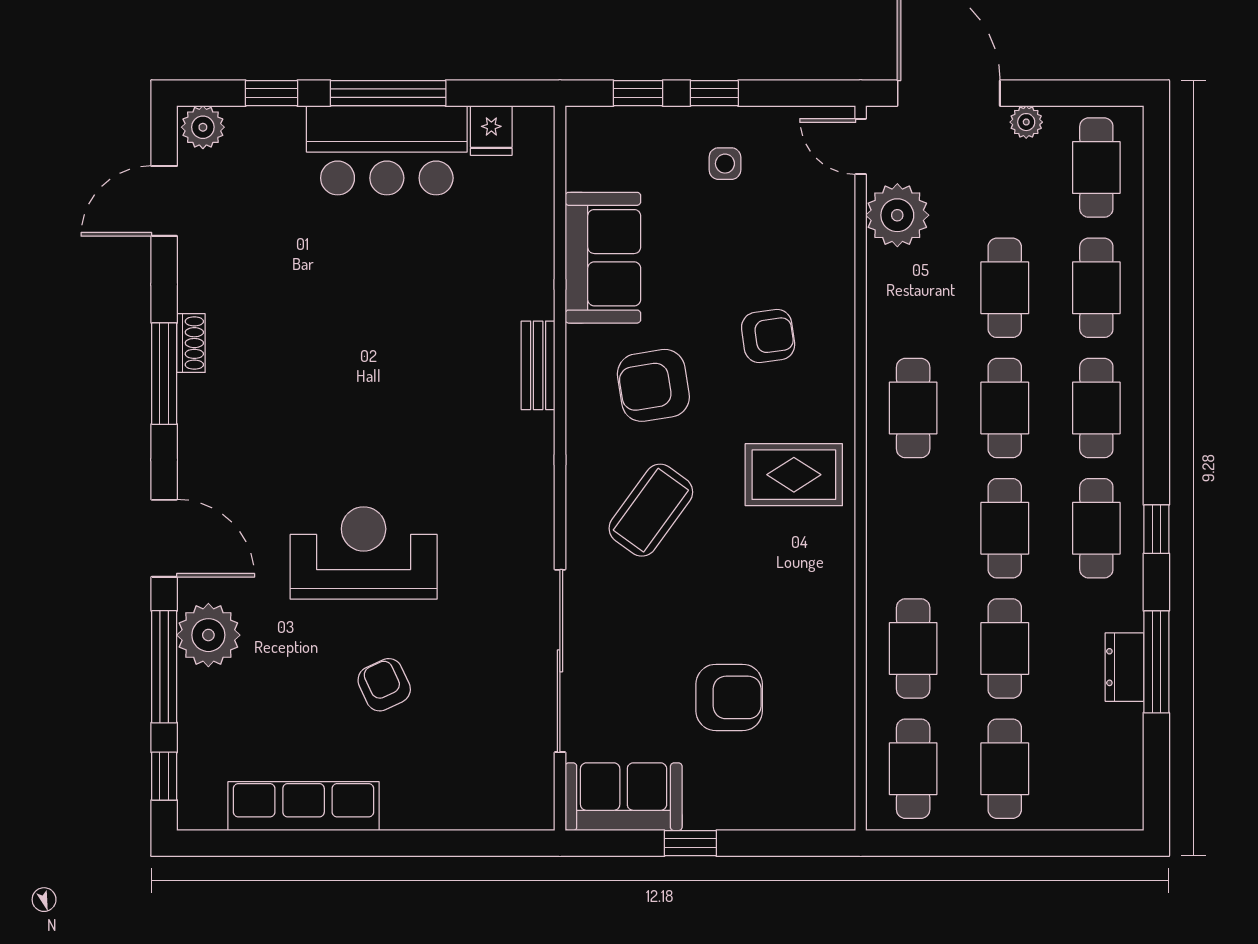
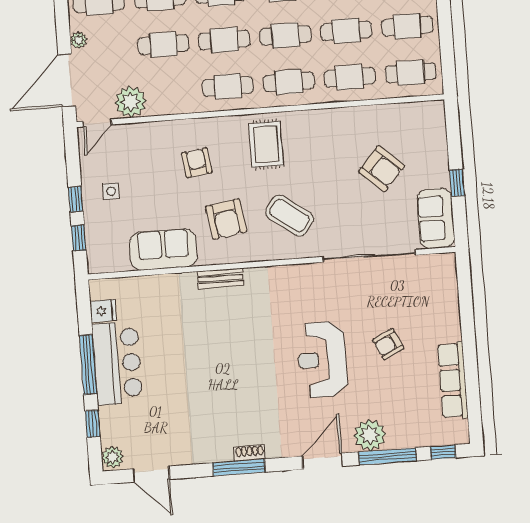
shoe rack: (191, 343) -> (250, 453), moved
cafe table: (913, 528) -> (289, 82), added
armchair: (729, 697) -> (382, 169), turned 132

